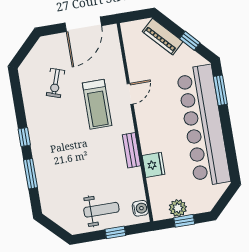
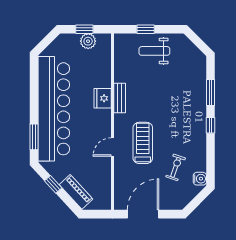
fridge: (154, 165) -> (103, 98), moved
water cooler: (140, 208) -> (200, 179), moved, turned 180

